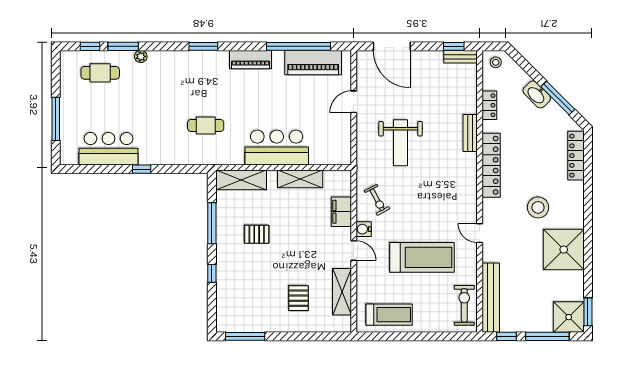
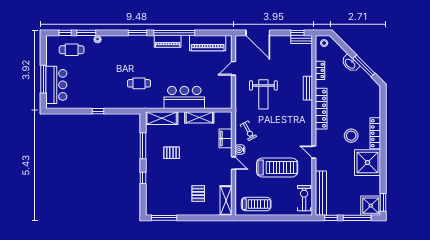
window: (298, 46) -> (174, 33), moved
bar counter: (109, 149) -> (56, 85), moved, turned 90
locker: (576, 156) -> (375, 133), moved
shelving: (342, 292) -> (226, 200), moved

